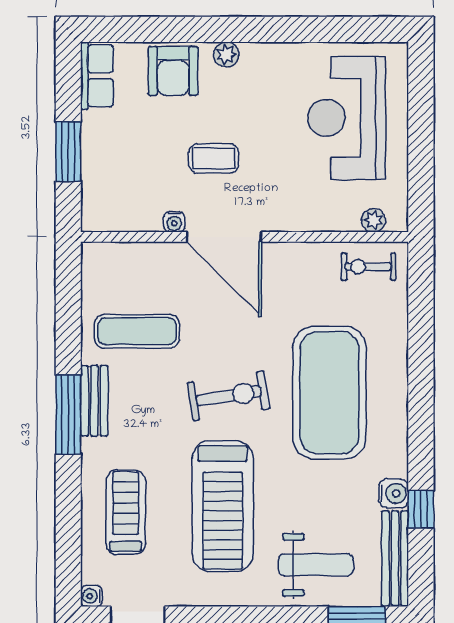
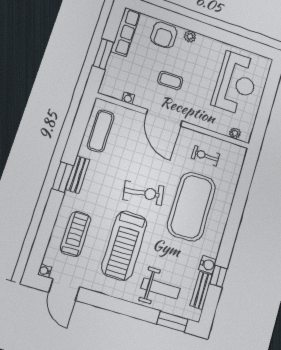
row of seats: (97, 76) -> (126, 32), width x1.48
reception desk: (347, 118) -> (236, 83), turned 180
water cooler: (174, 222) -> (128, 98), moved
exercise bike: (368, 267) -> (206, 156), moved
exercise mat: (137, 331) -> (101, 131), moved, turned 90
window: (68, 415) -> (63, 177), width x0.69
bench: (395, 558) -> (201, 290), width x0.73

